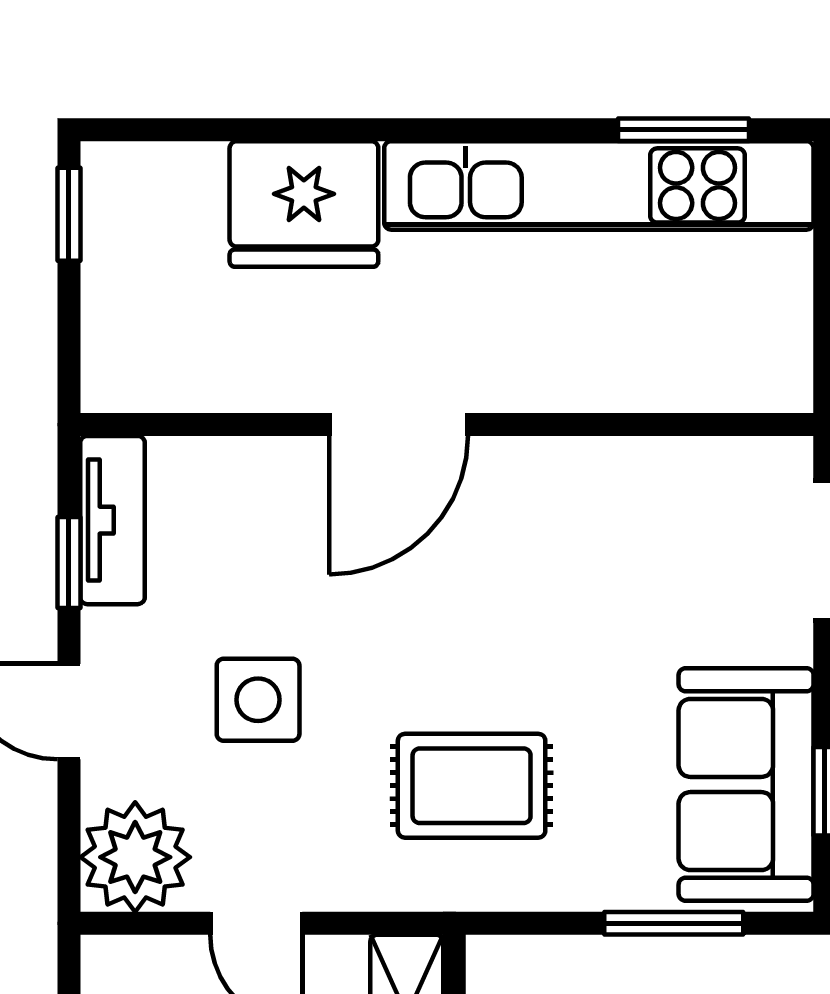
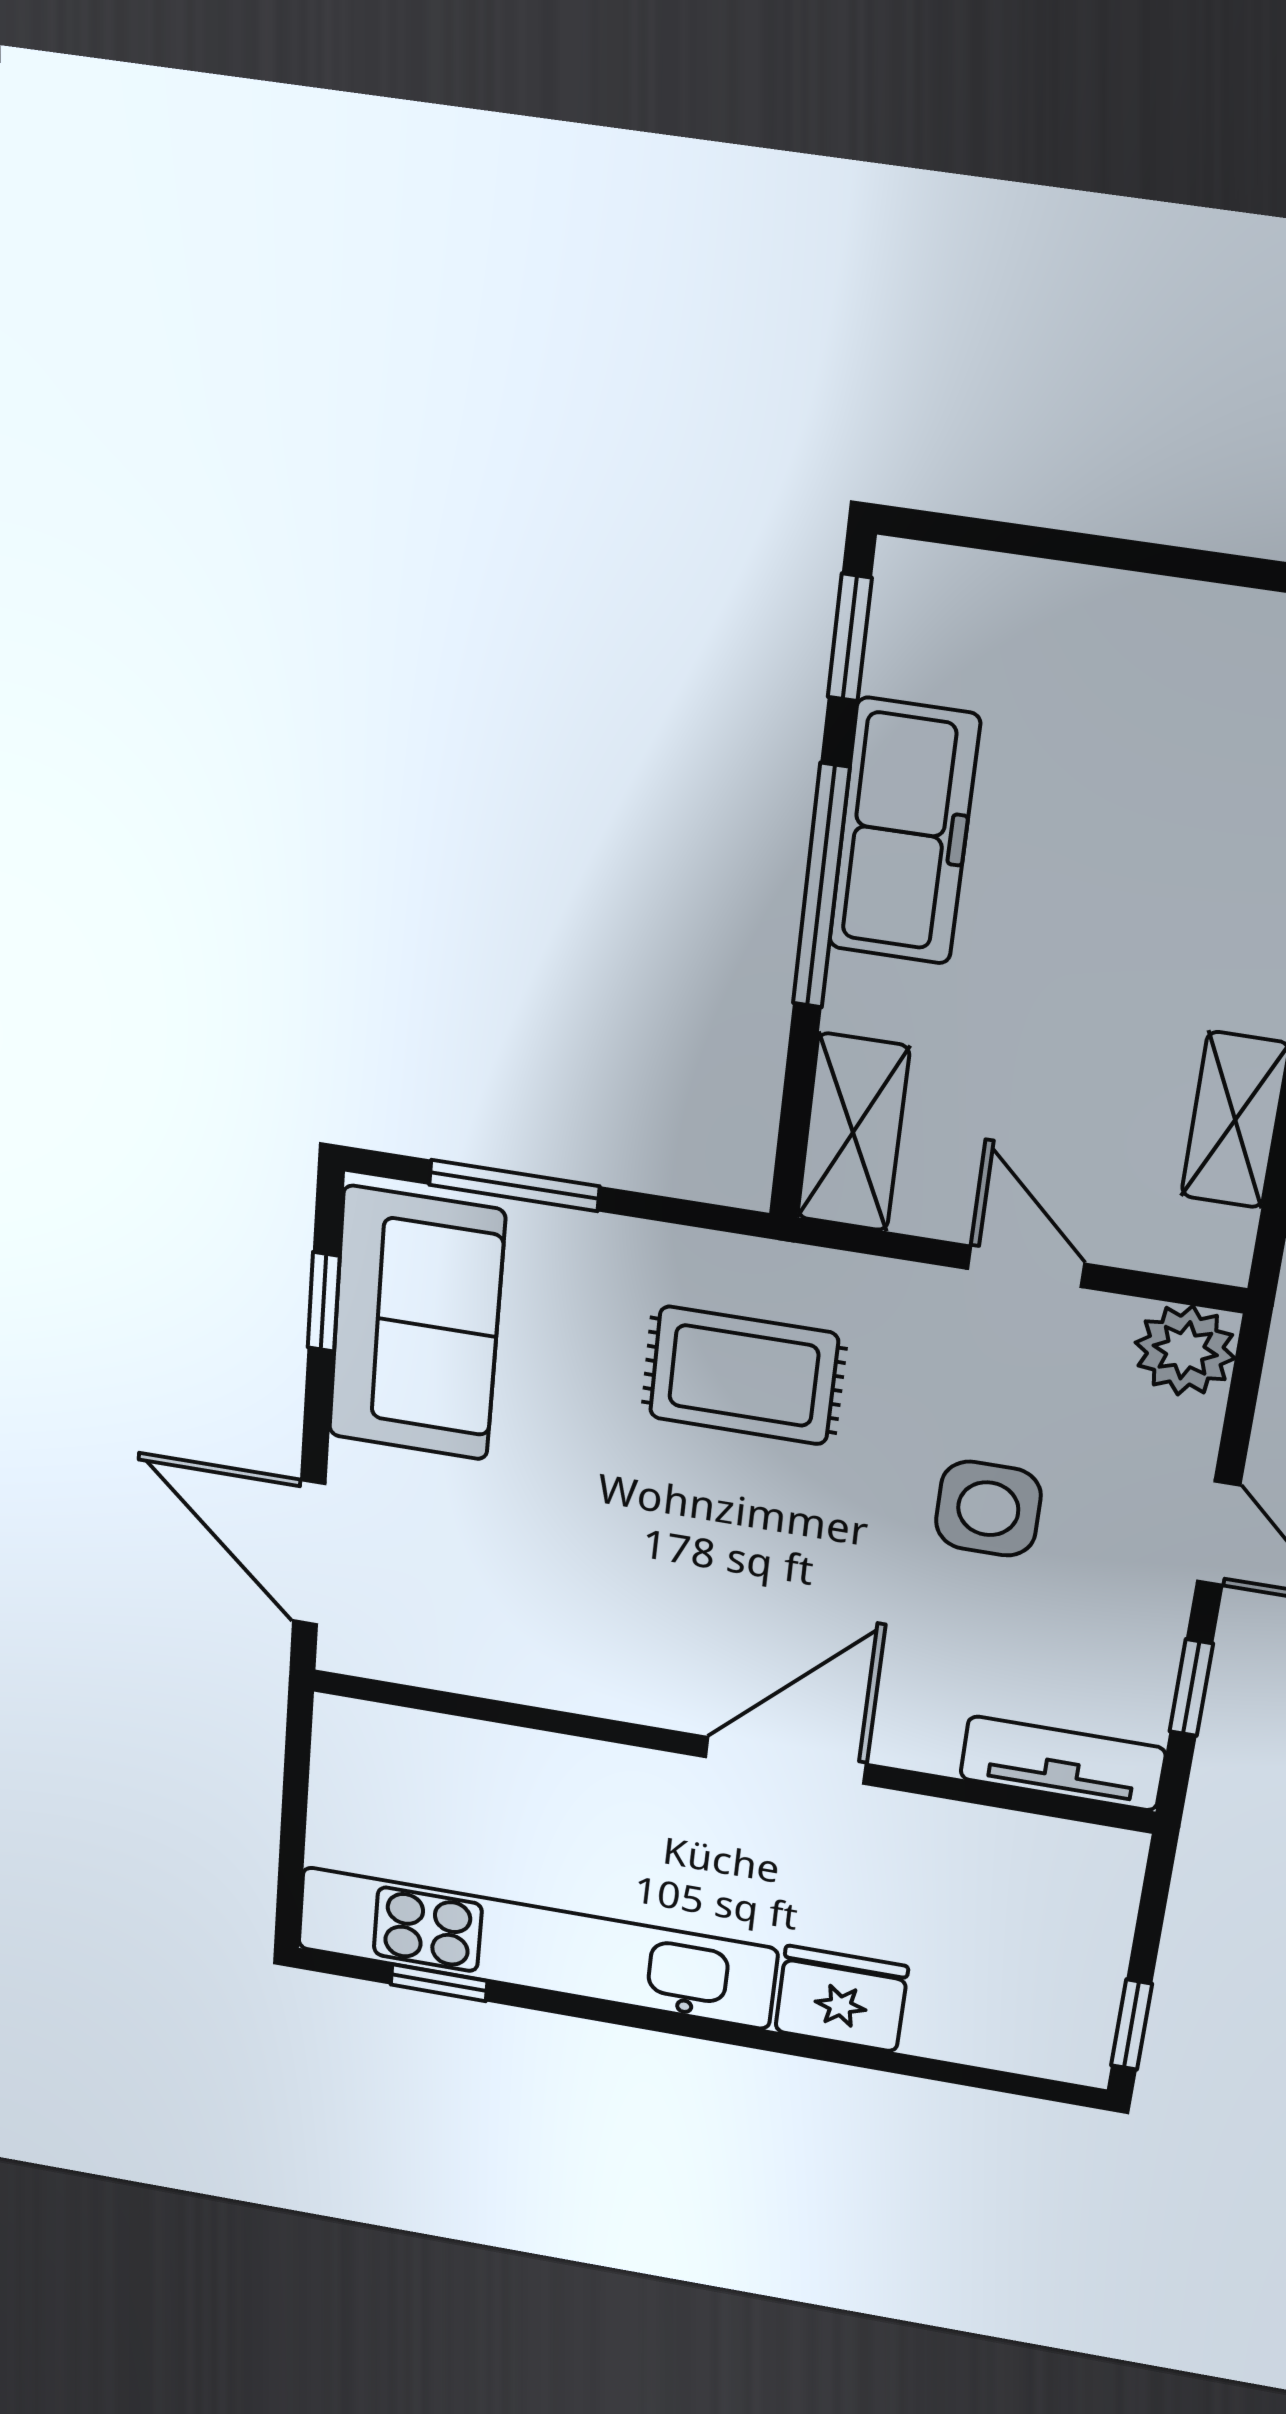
window: (684, 130) -> (439, 1983), width x0.67
fridge: (304, 204) -> (841, 1999), width x0.73, depth x0.75
tv unit: (112, 520) -> (1063, 1763), moved, turned 90
plant: (135, 857) -> (1185, 1350), width x0.73, depth x0.73

